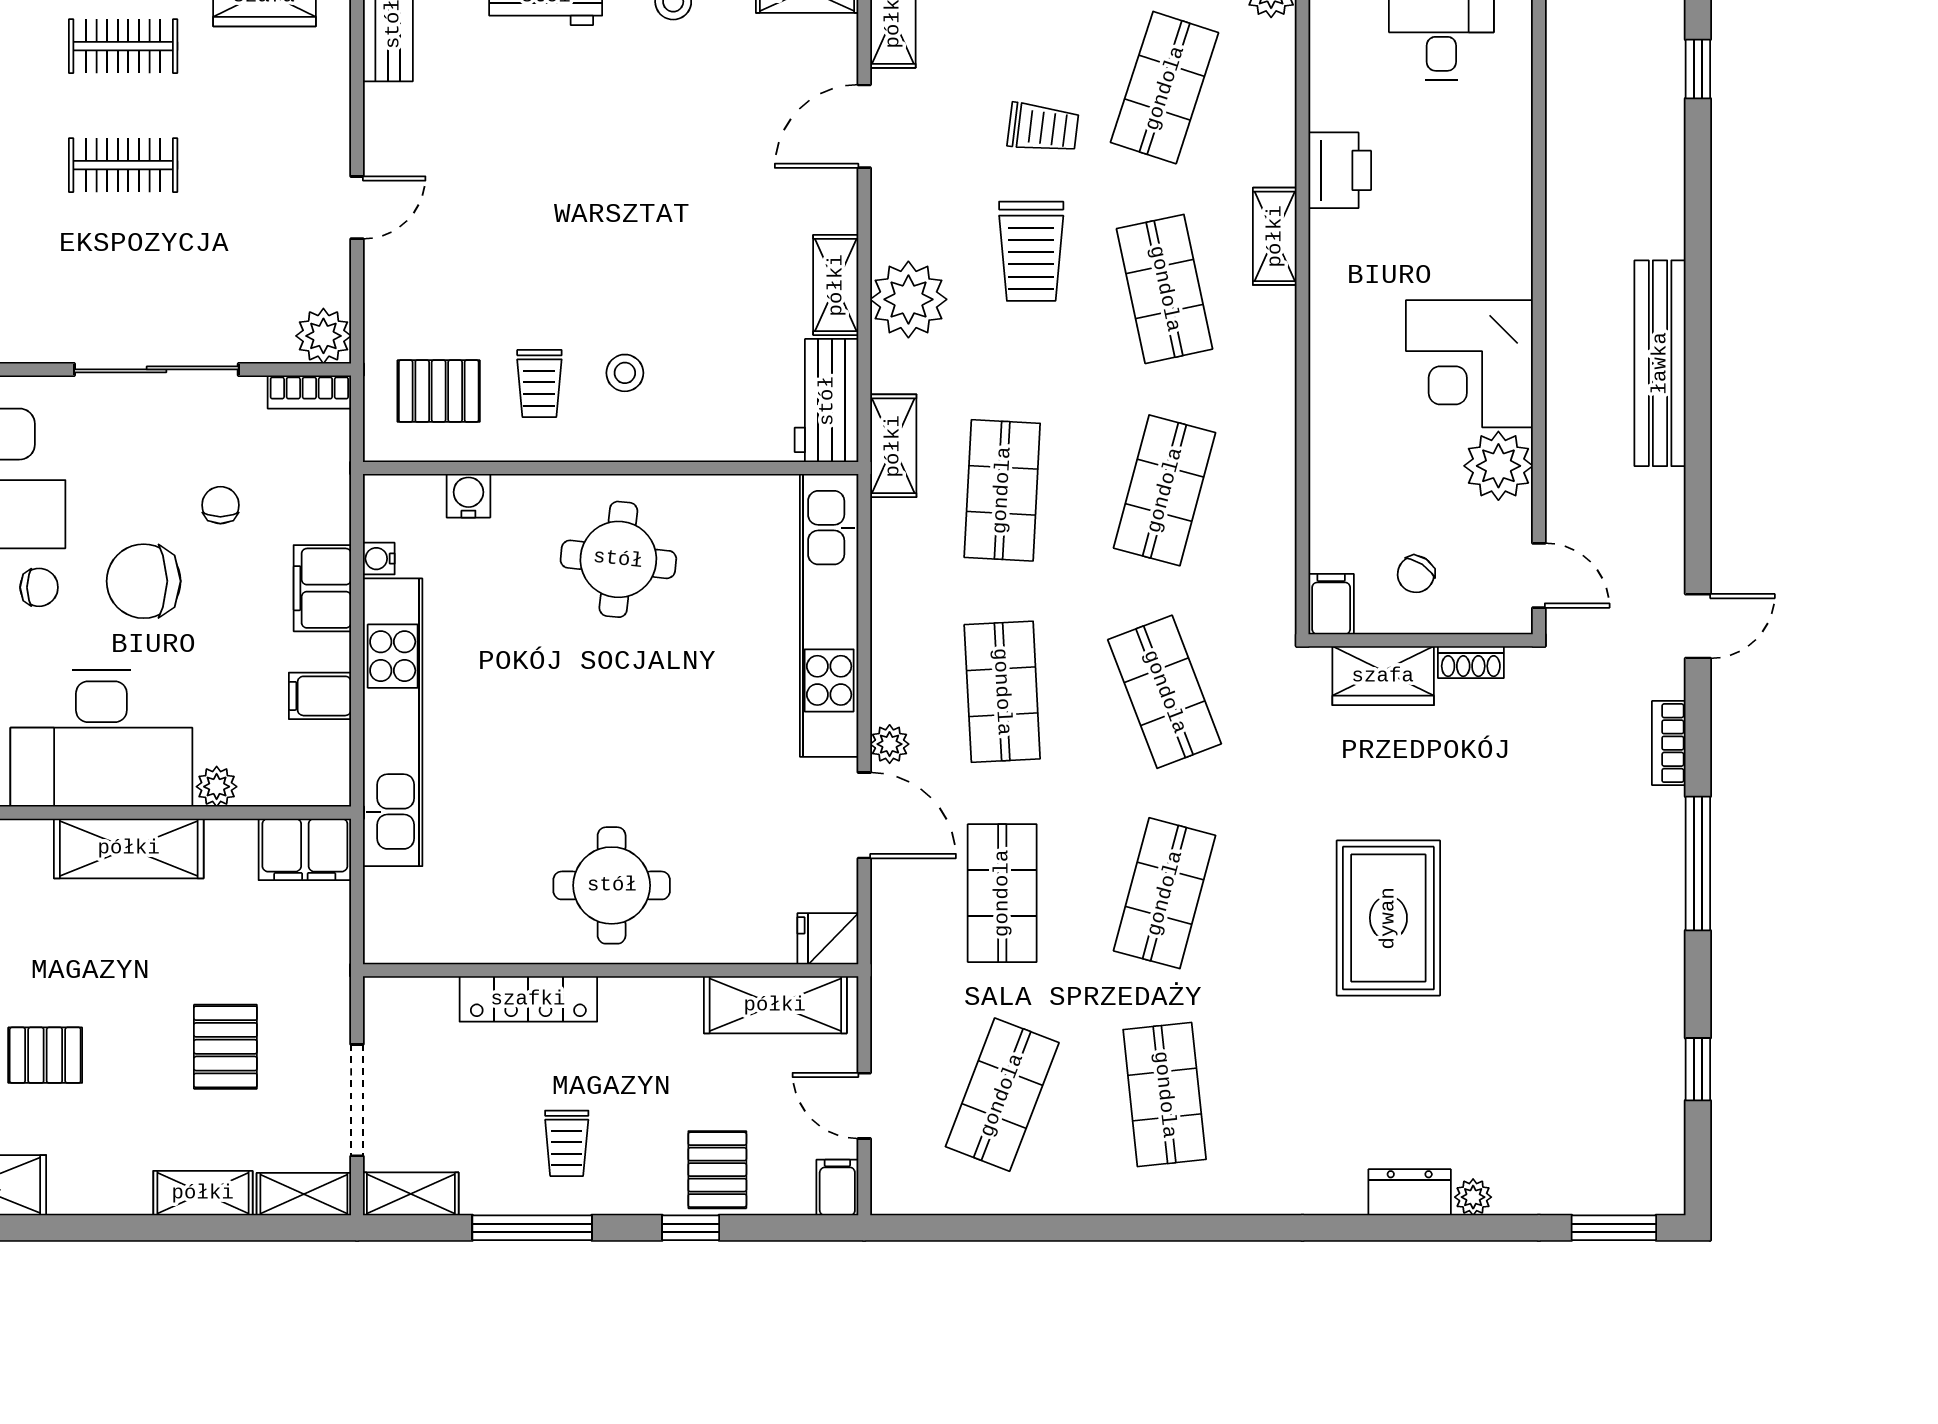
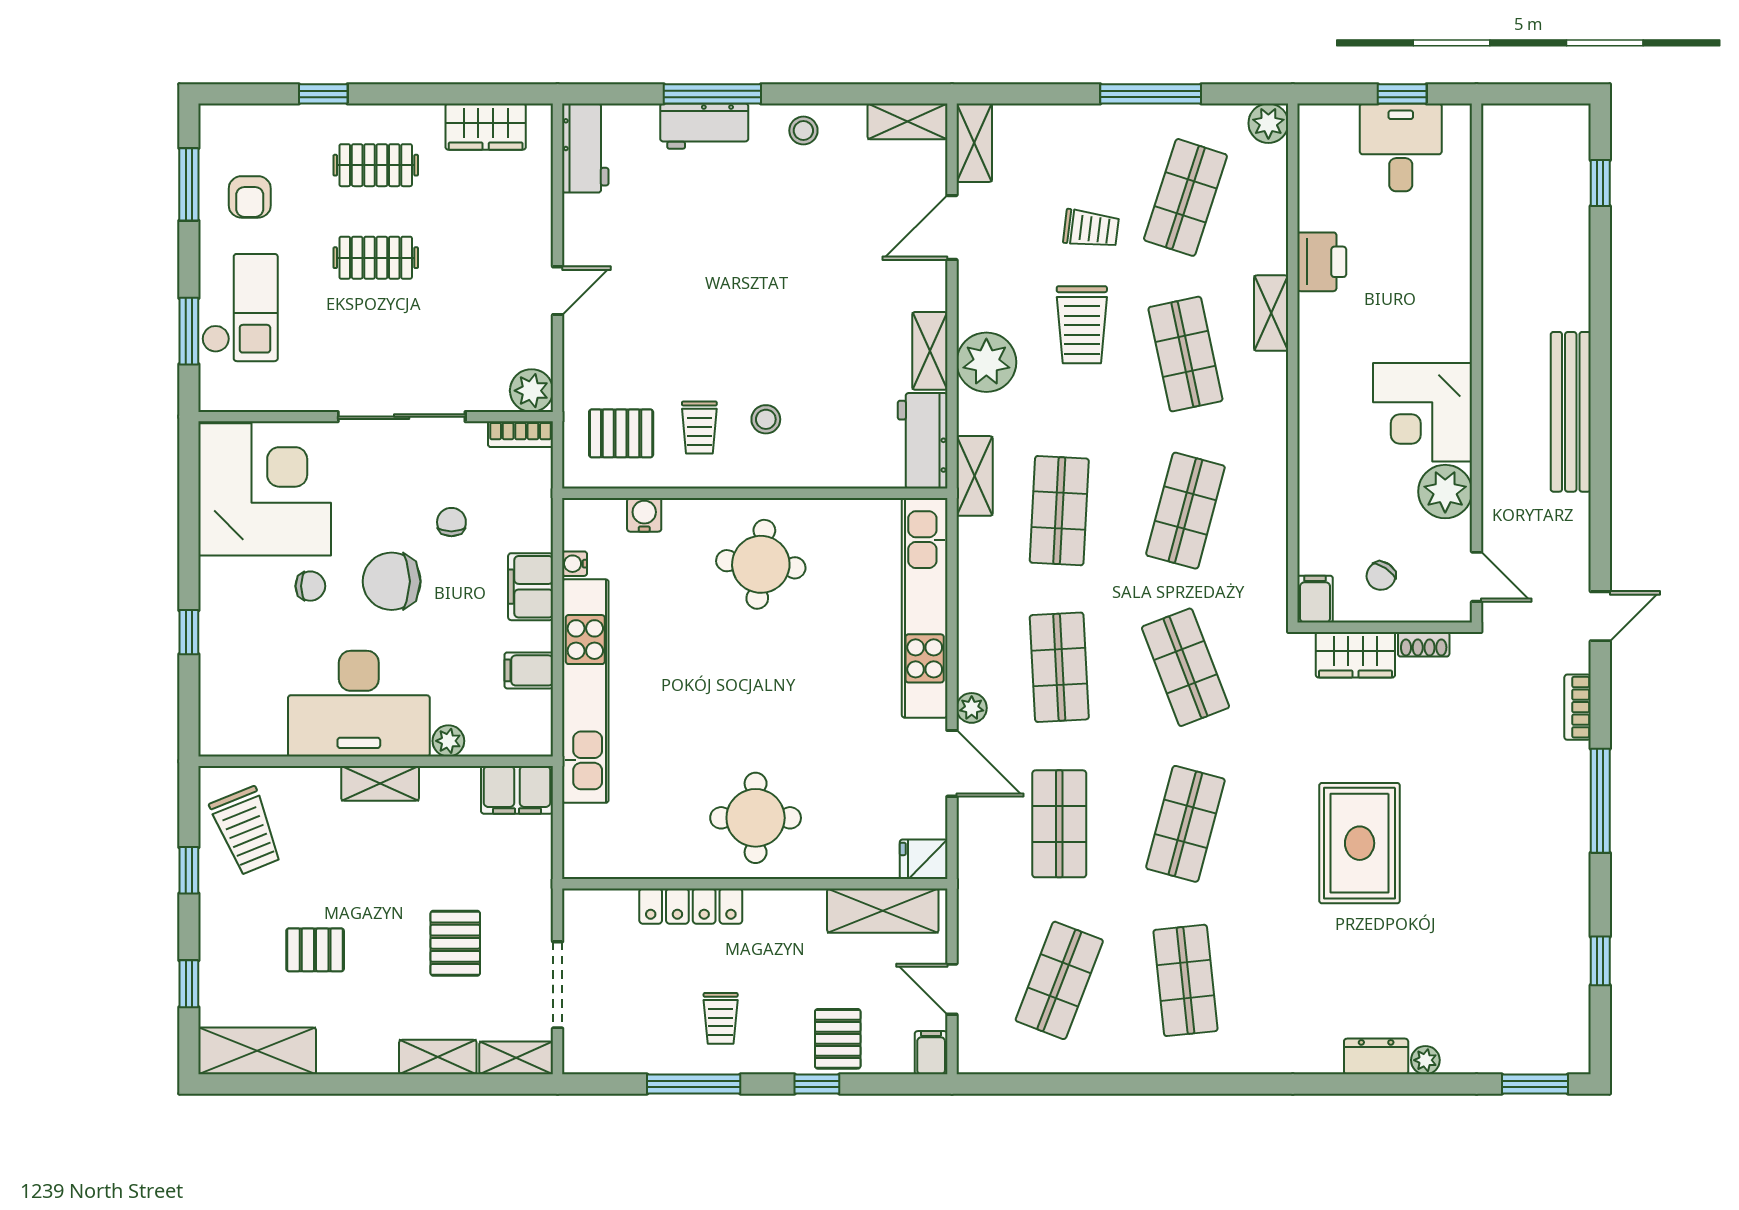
shelving: (129, 848) -> (380, 783), width x0.67, depth x0.75
shelving: (411, 1194) -> (599, 1058), removed

